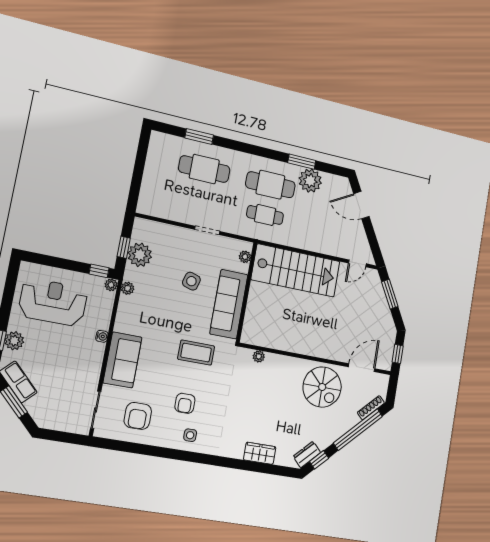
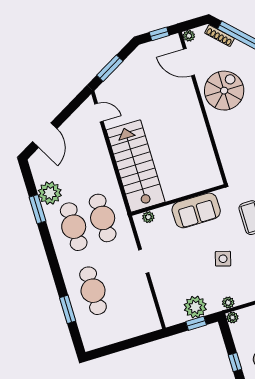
cafe table: (265, 215) -> (103, 218), width x1.37, depth x1.35
window: (99, 271) -> (235, 362), moved
side table: (191, 281) -> (223, 259), moved
sofa: (229, 304) -> (196, 210), width x0.73
plant: (259, 356) -> (189, 36), moved

